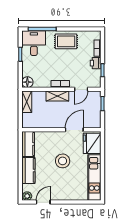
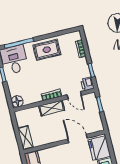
printer: (96, 63) -> (87, 84), moved
door: (81, 89) -> (74, 95), hinge flipped
shelving: (27, 102) -> (26, 138), moved
door: (74, 130) -> (77, 139), hinge flipped

